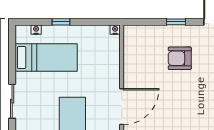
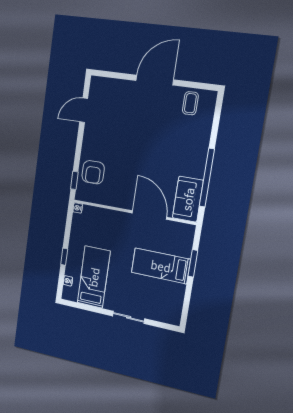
window: (176, 22) -> (74, 180), moved
armchair: (180, 58) -> (93, 172), moved

